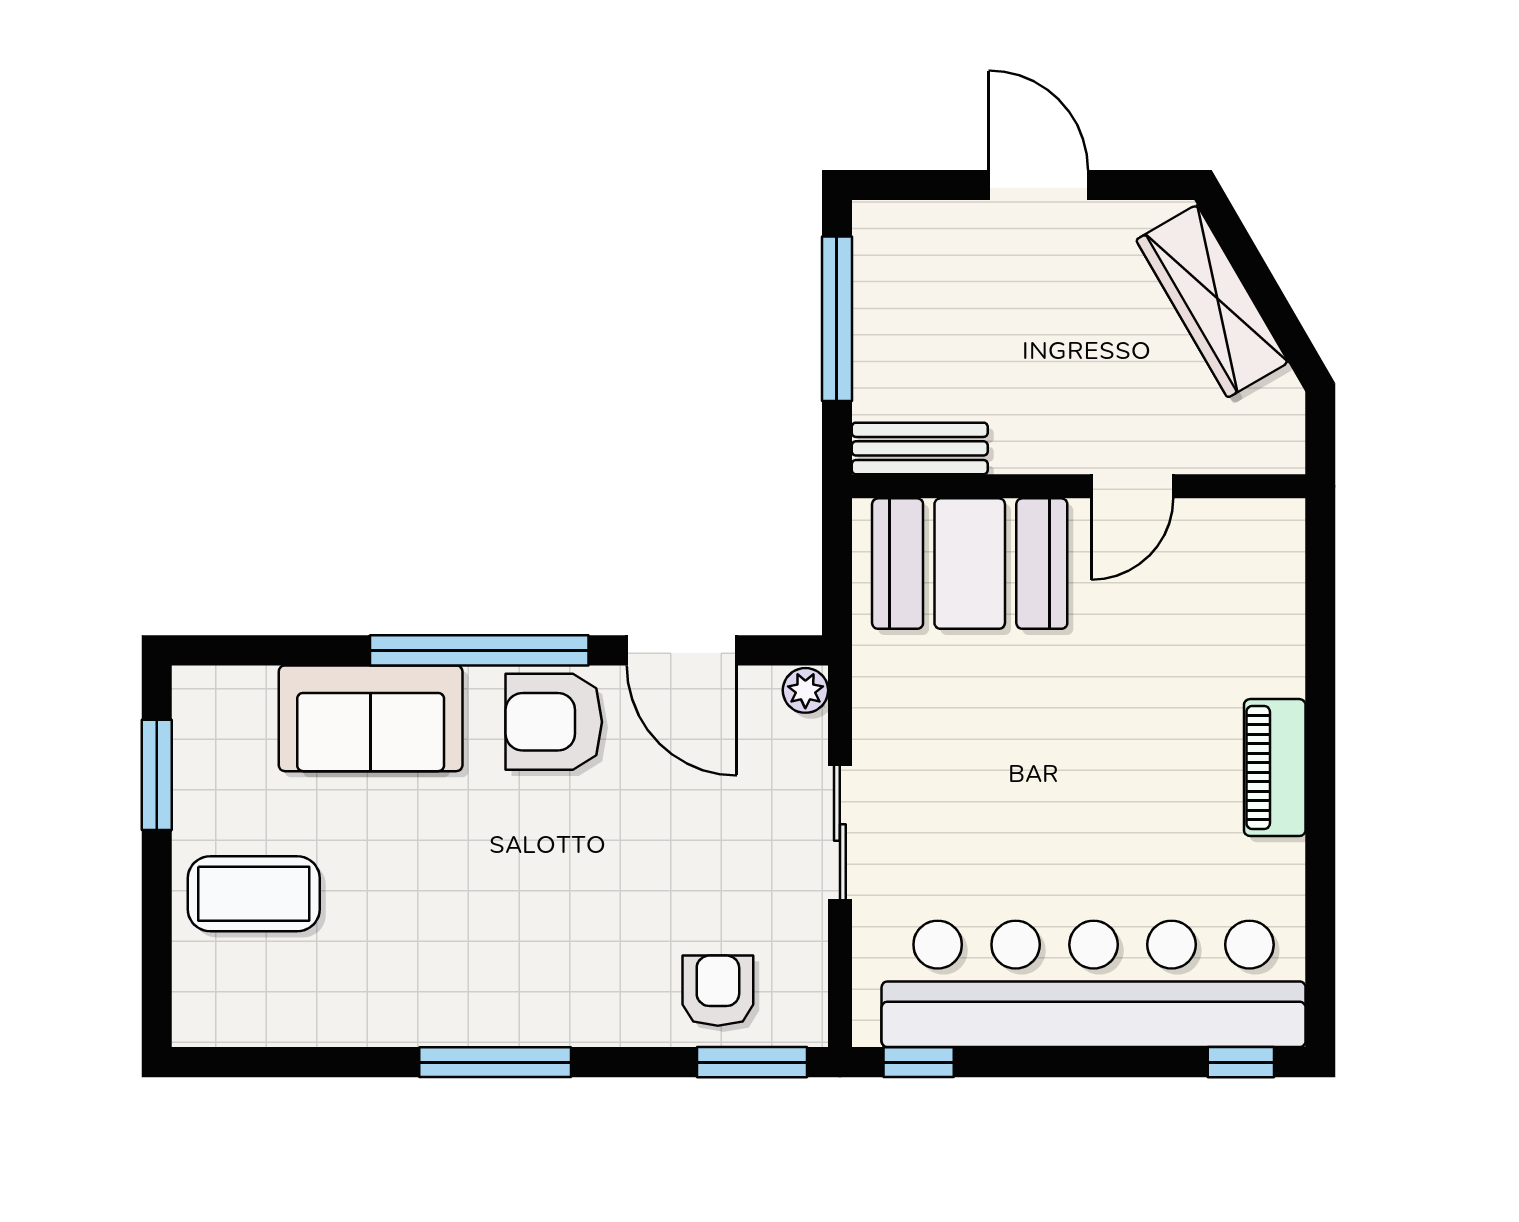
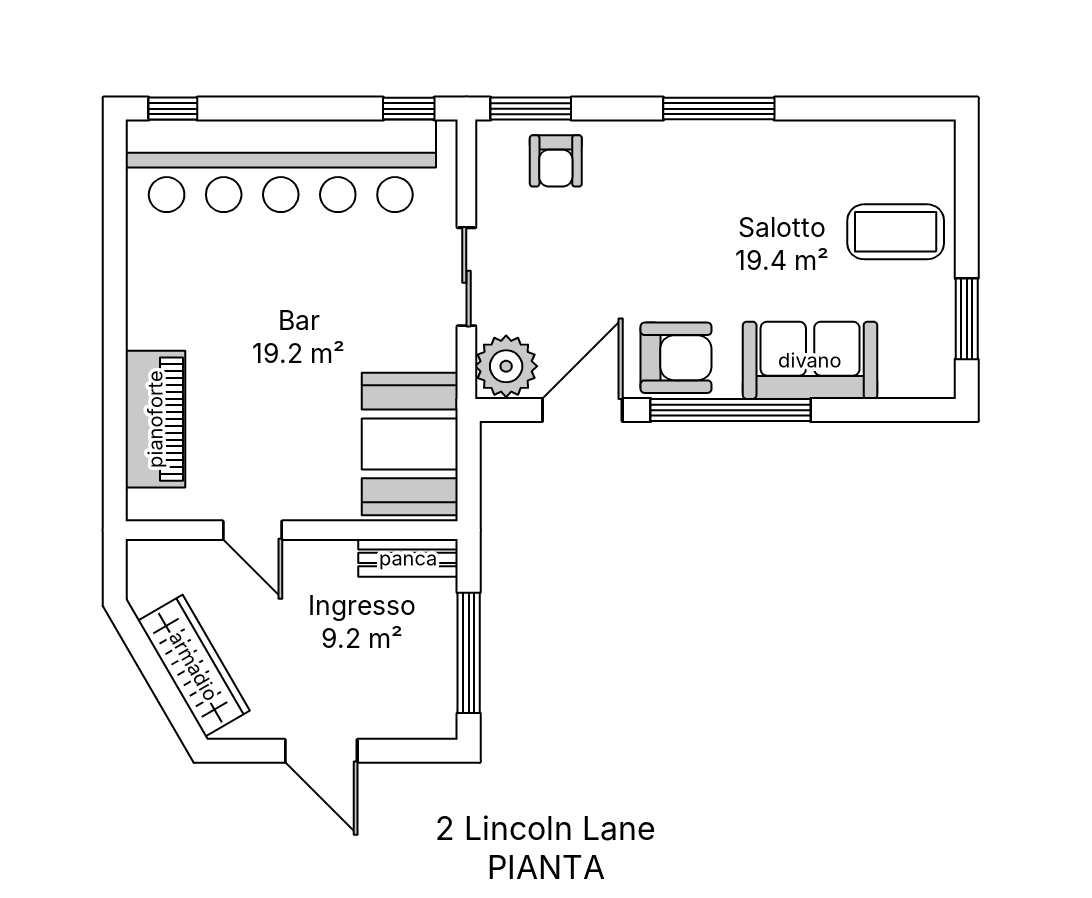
door: (1132, 486) -> (252, 530), swing flipped
booth: (970, 564) -> (410, 444), moved, turned 90
door: (682, 650) -> (582, 410), hinge flipped
plant: (805, 690) -> (506, 366), width x1.87, depth x1.87
piano: (1275, 768) -> (155, 419), moved, width x1.37, depth x1.33

